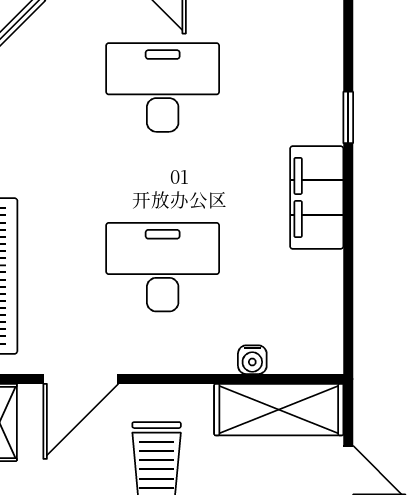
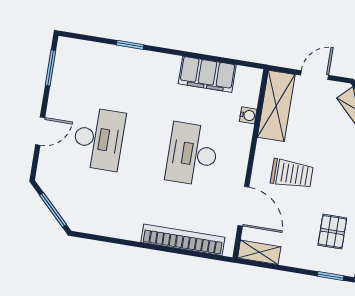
desk: (163, 87) -> (99, 139), turned 180
filing cabinet: (317, 197) -> (207, 74), moved

